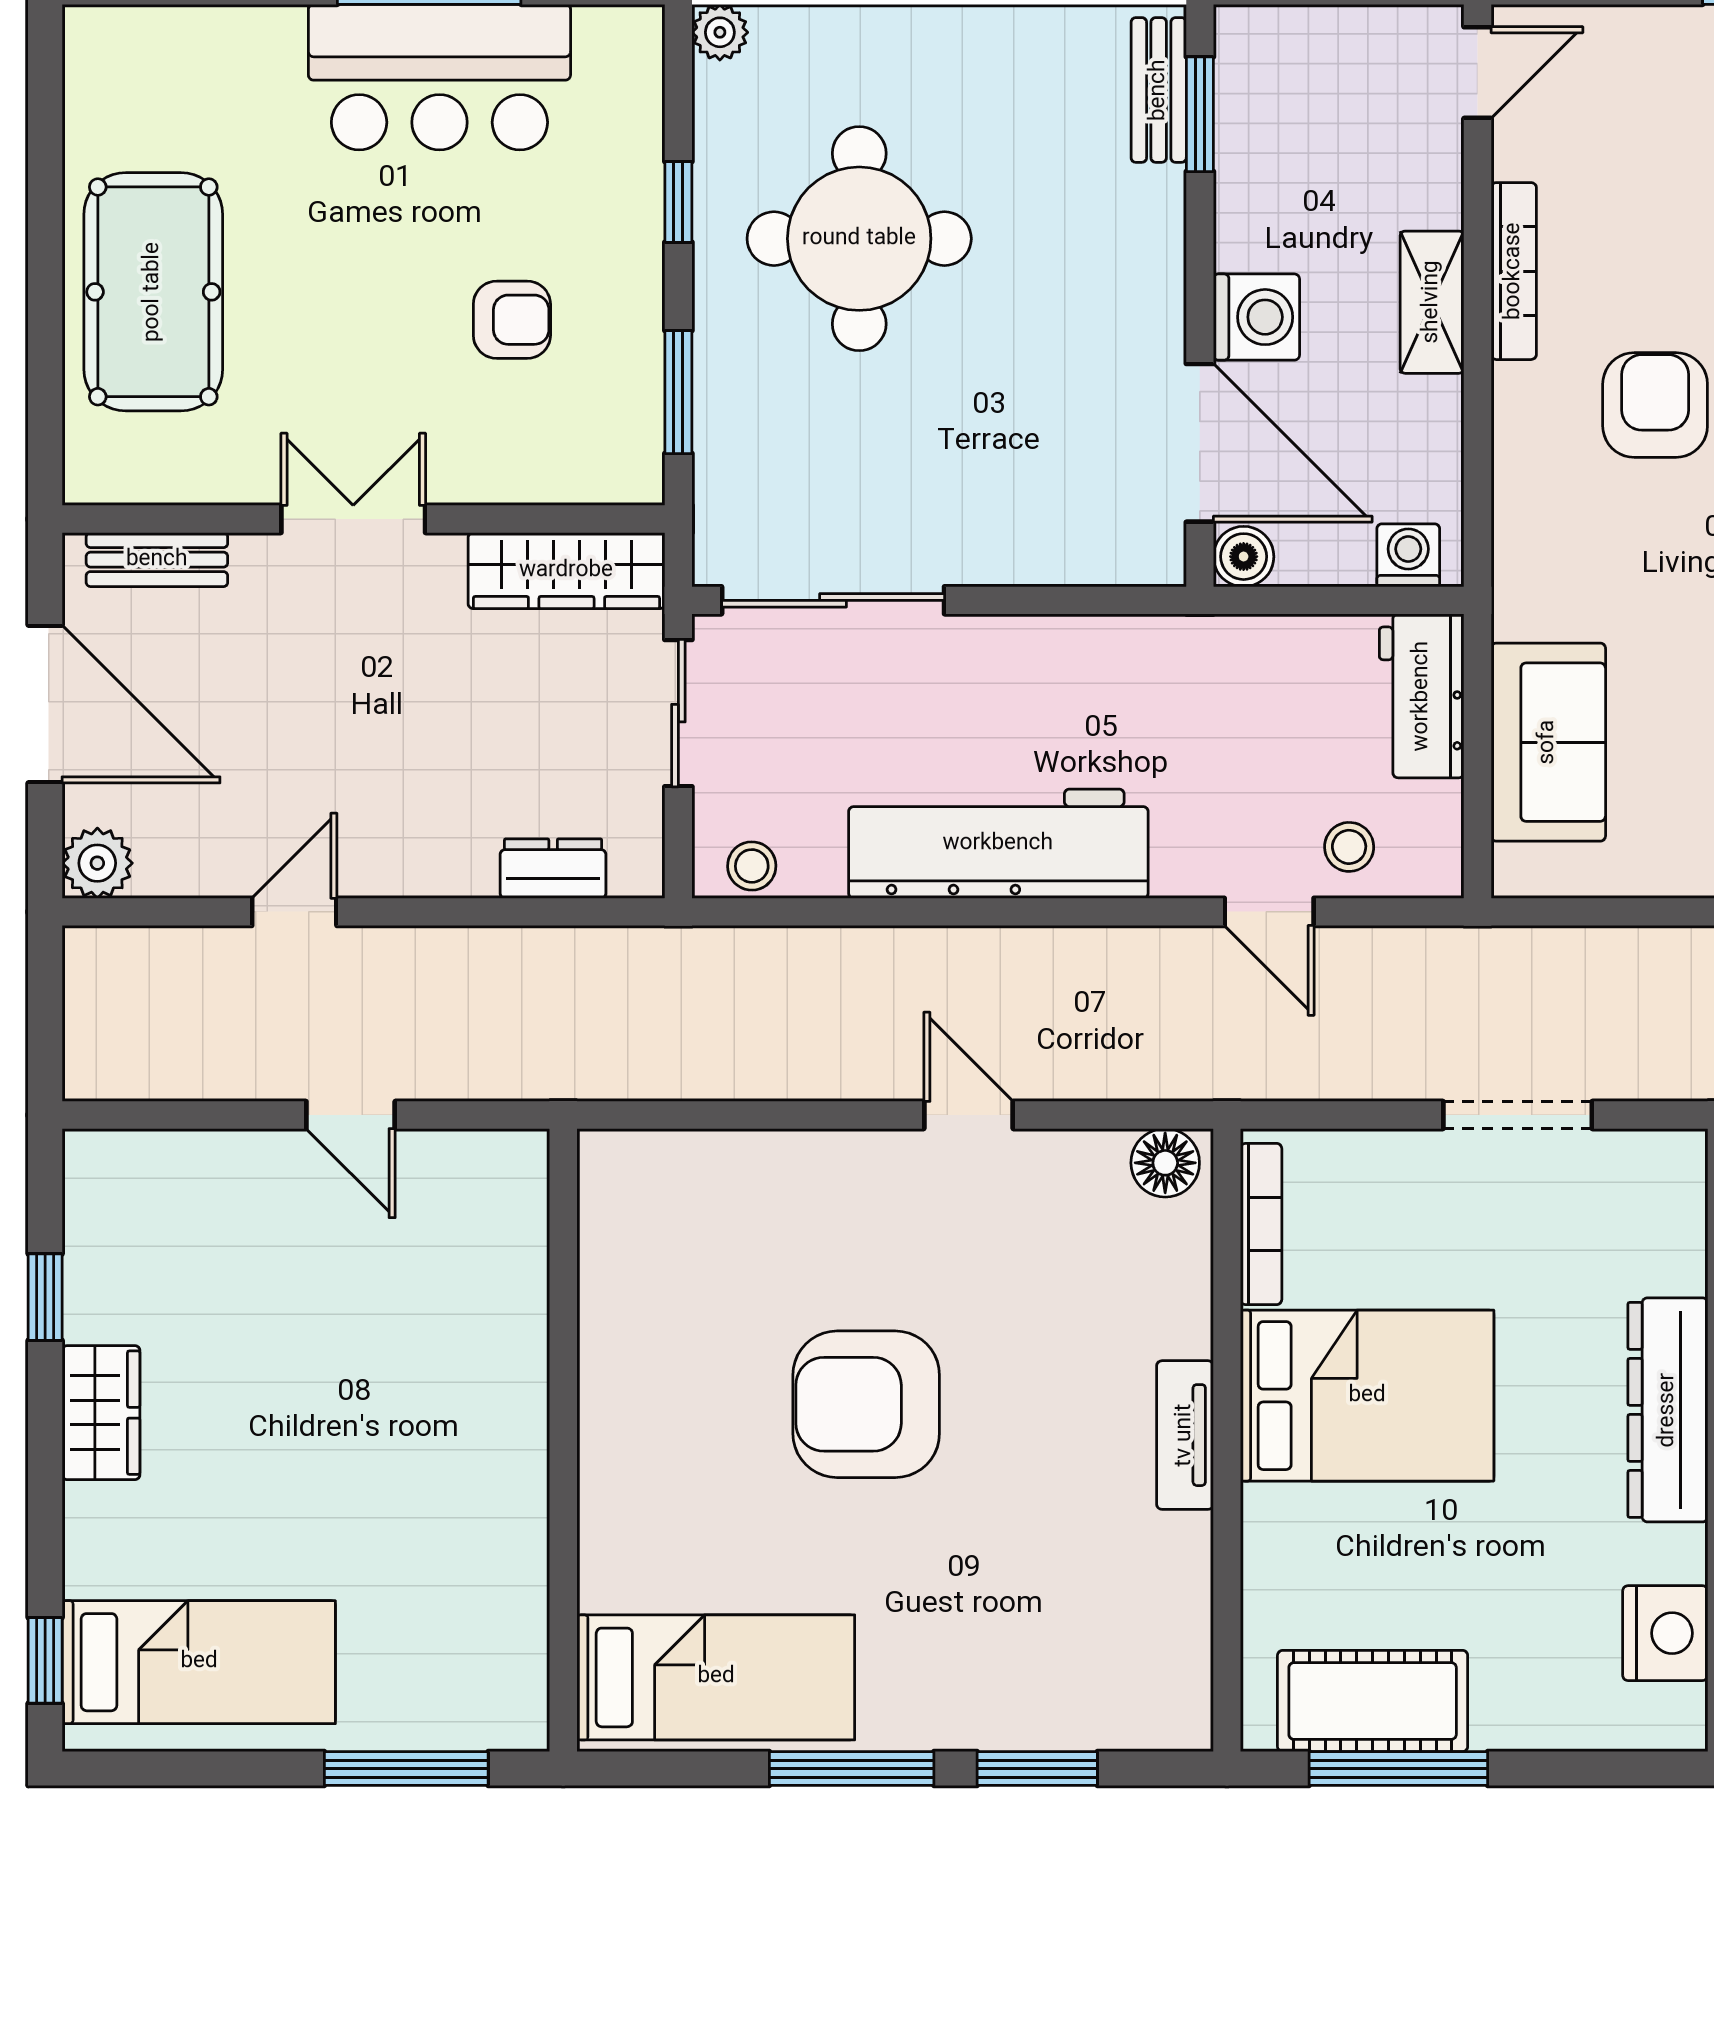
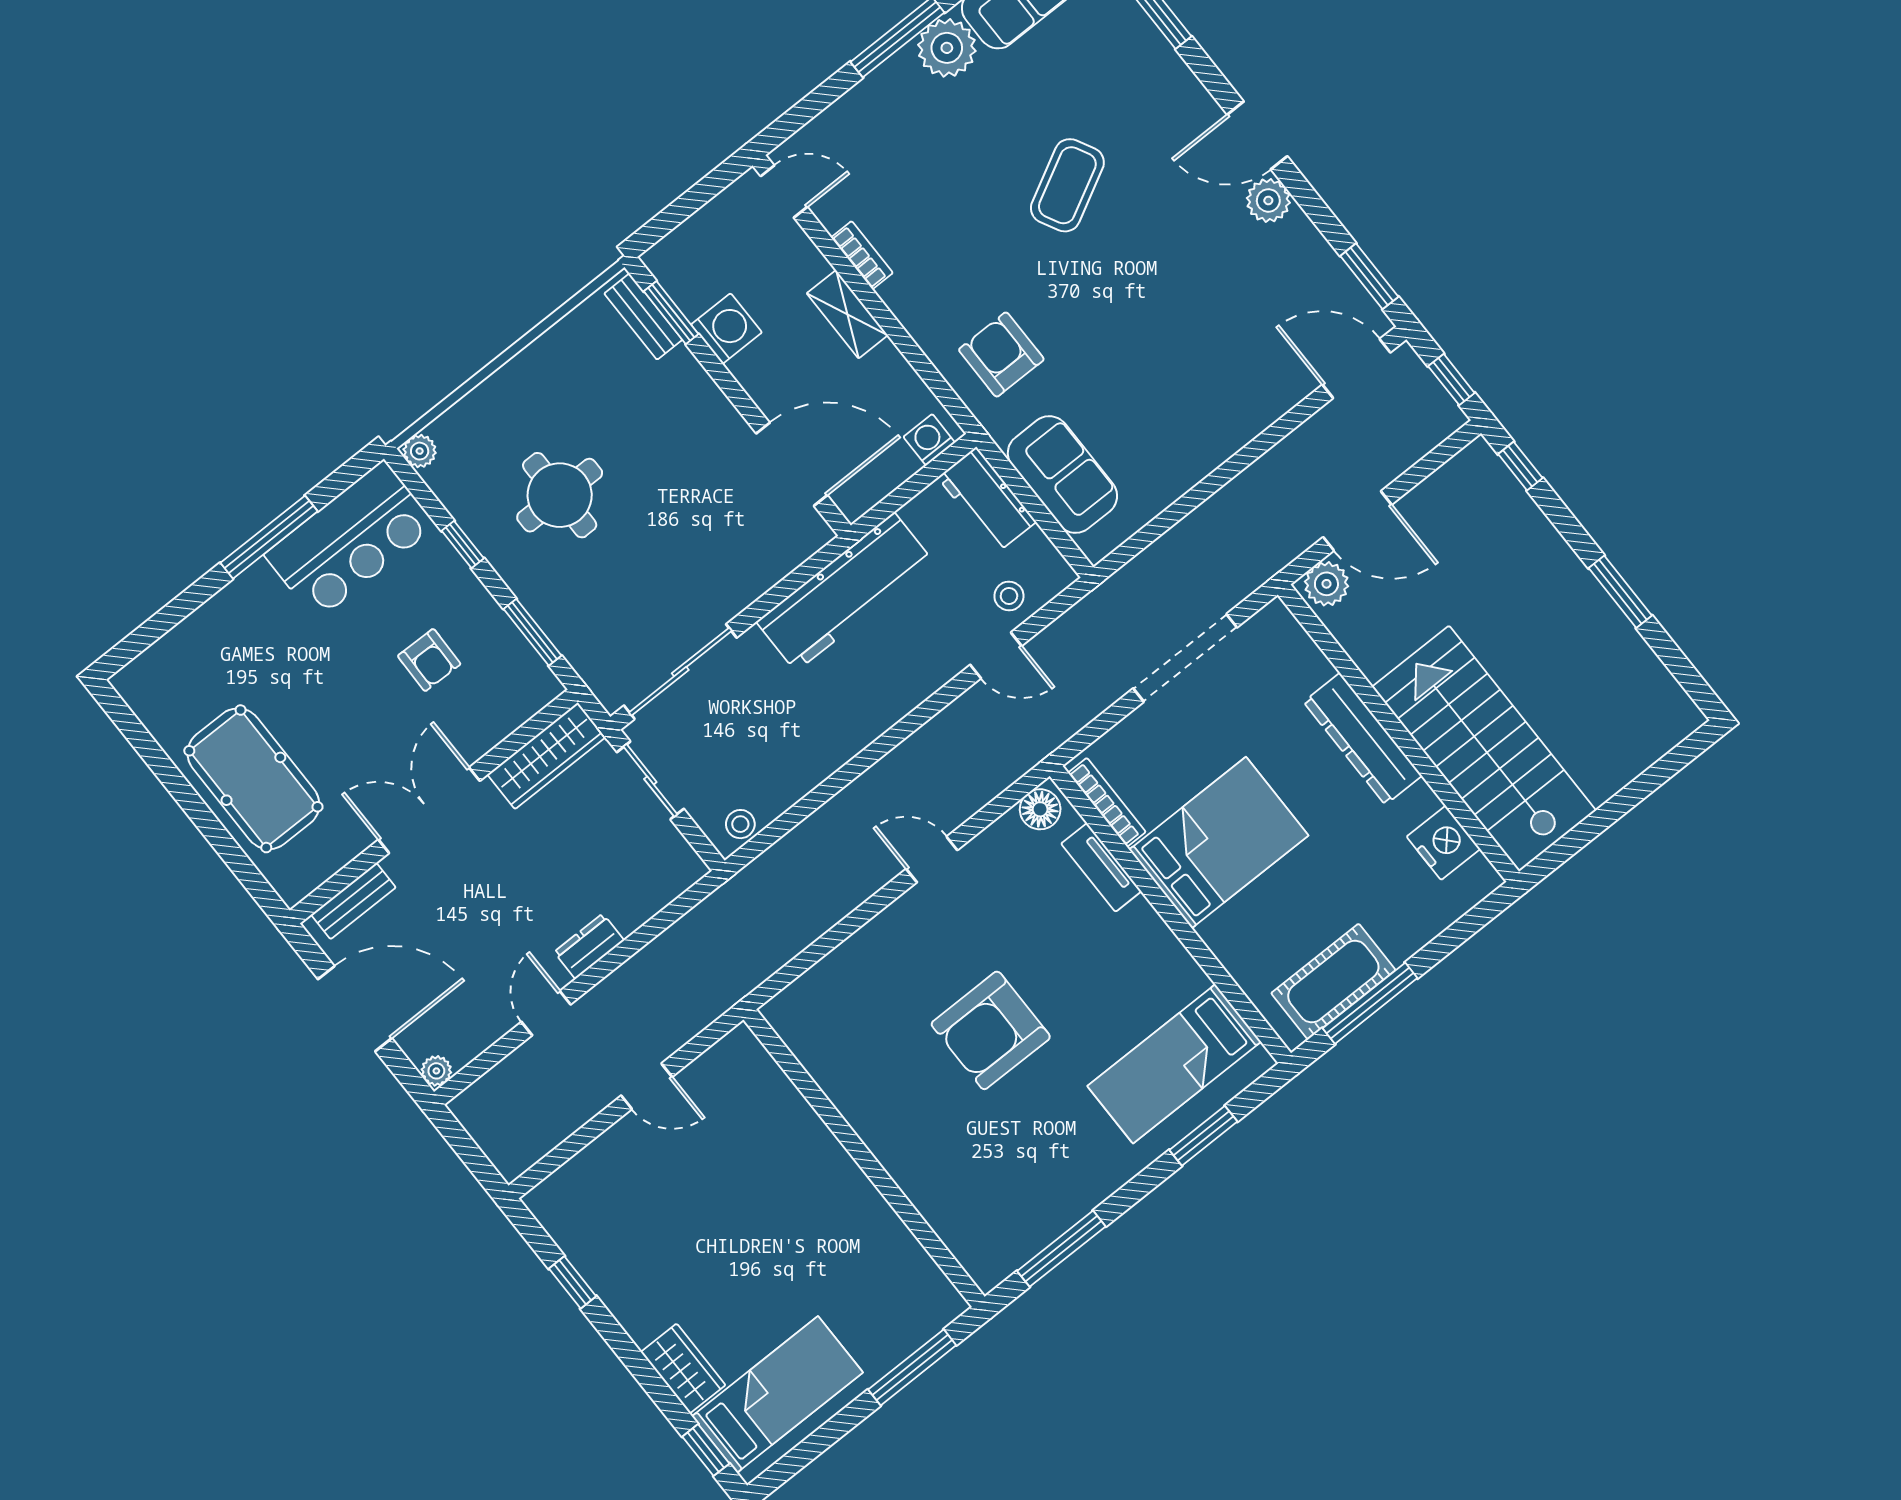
door: (1478, 73) -> (784, 192), hinge flipped
bar counter: (439, 77) -> (350, 540), moved
round table: (859, 239) -> (560, 495), width x0.73, depth x0.73
bookcase: (1514, 271) -> (862, 255), width x0.64
washing machine: (1256, 317) -> (726, 329), moved
armchair: (512, 320) -> (429, 660), turned 91
armchair: (1655, 405) -> (1001, 355), moved
double door: (353, 519) -> (429, 810), width x1.37
boiler: (1244, 557) -> (854, 501), removed
workbench: (998, 844) -> (845, 592), moved, turned 180
plant: (97, 863) -> (436, 1071), width x0.73, depth x0.73
dresser: (553, 869) -> (589, 946), moved
doorway: (1518, 1115) -> (1185, 658), width x1.36
wardrobe: (101, 1413) -> (683, 1369), moved
tv unit: (1185, 1435) -> (1101, 867), moved
bed: (716, 1677) -> (1174, 1064), moved, turned 180
window: (852, 1769) -> (1061, 1249), moved

